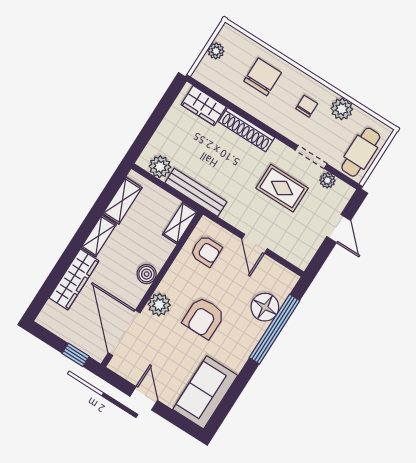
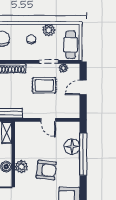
door: (339, 228) -> (83, 87), swing flipped
armchair: (206, 251) -> (27, 138), removed
plant: (159, 305) -> (21, 167), moved
armchair: (204, 318) -> (46, 170), turned -84

